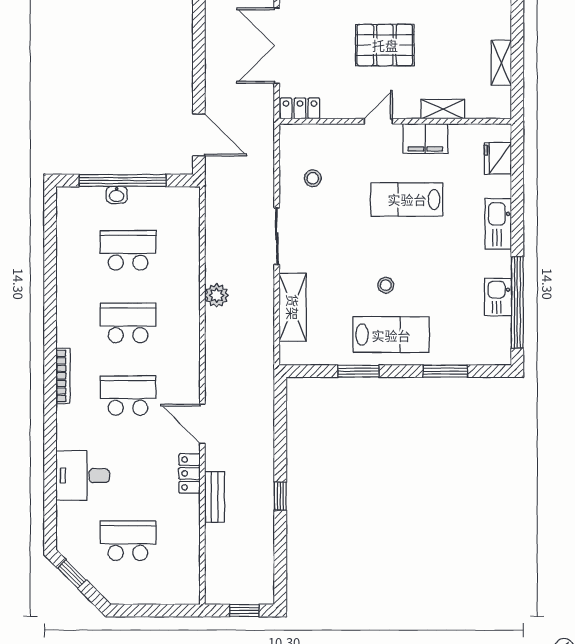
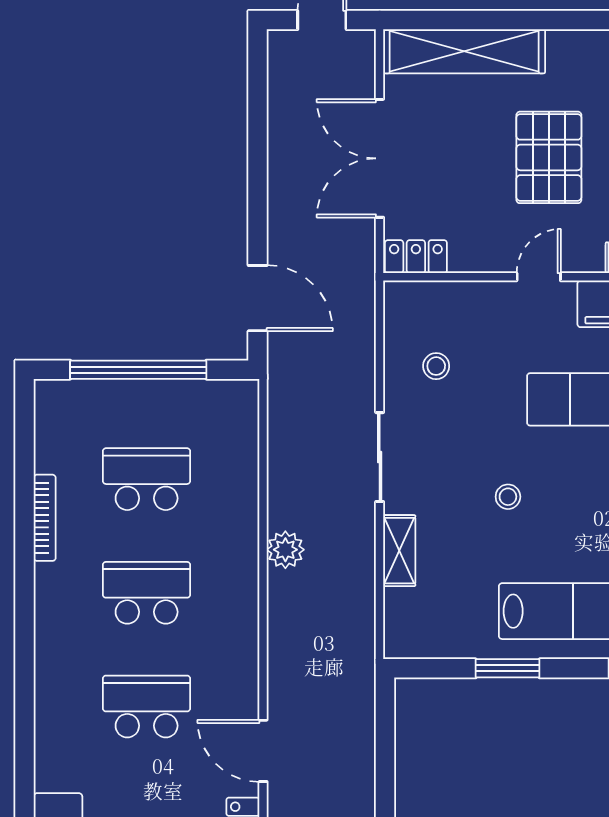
pallet: (385, 45) -> (549, 157), turned 90
washbasin: (117, 195) -> (129, 392), removed
stool: (386, 285) -> (508, 497), moved
shelving: (293, 307) -> (399, 551), width x0.67, depth x0.75
bookcase: (63, 376) -> (45, 518), moved

